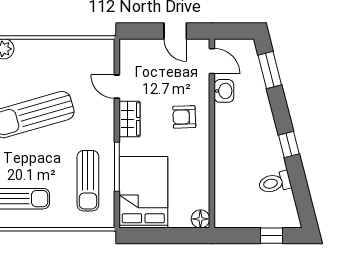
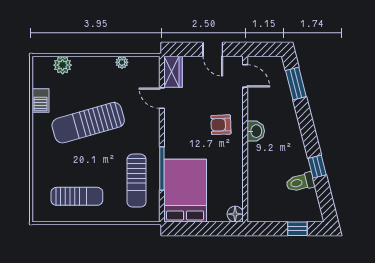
plant: (71, 46) -> (122, 62), added
washbasin: (224, 91) -> (256, 131), moved
wardrobe: (129, 119) -> (173, 72), moved
window: (289, 145) -> (317, 167), moved

